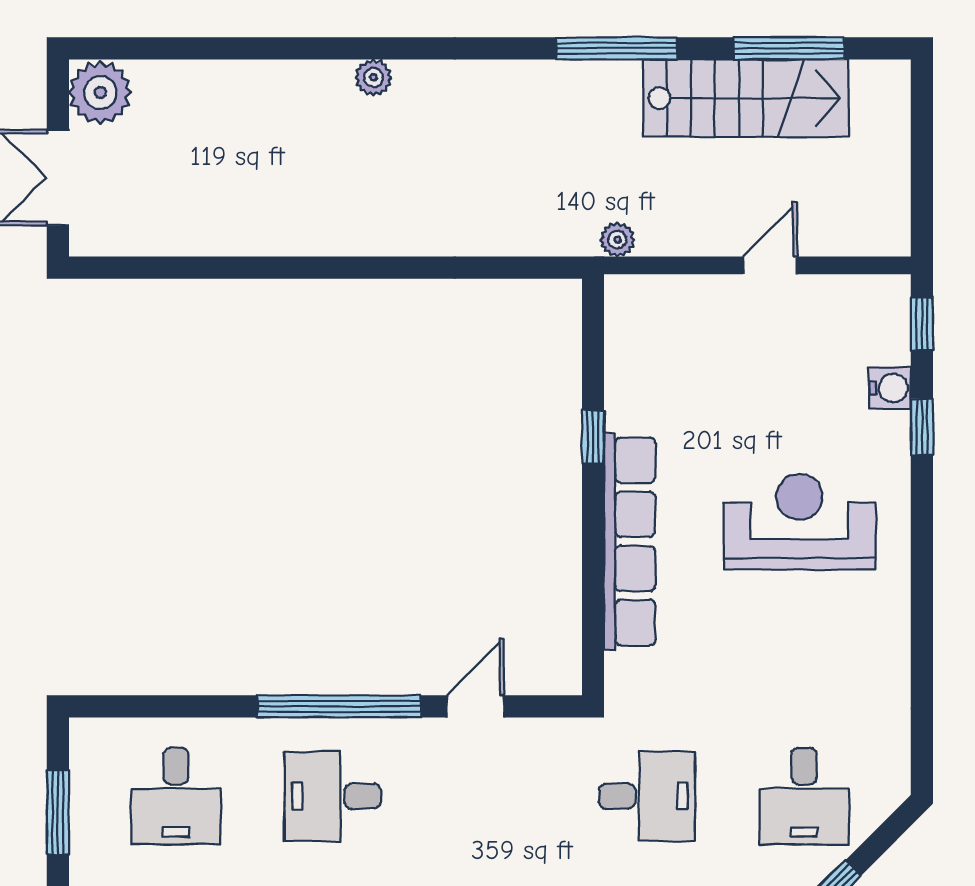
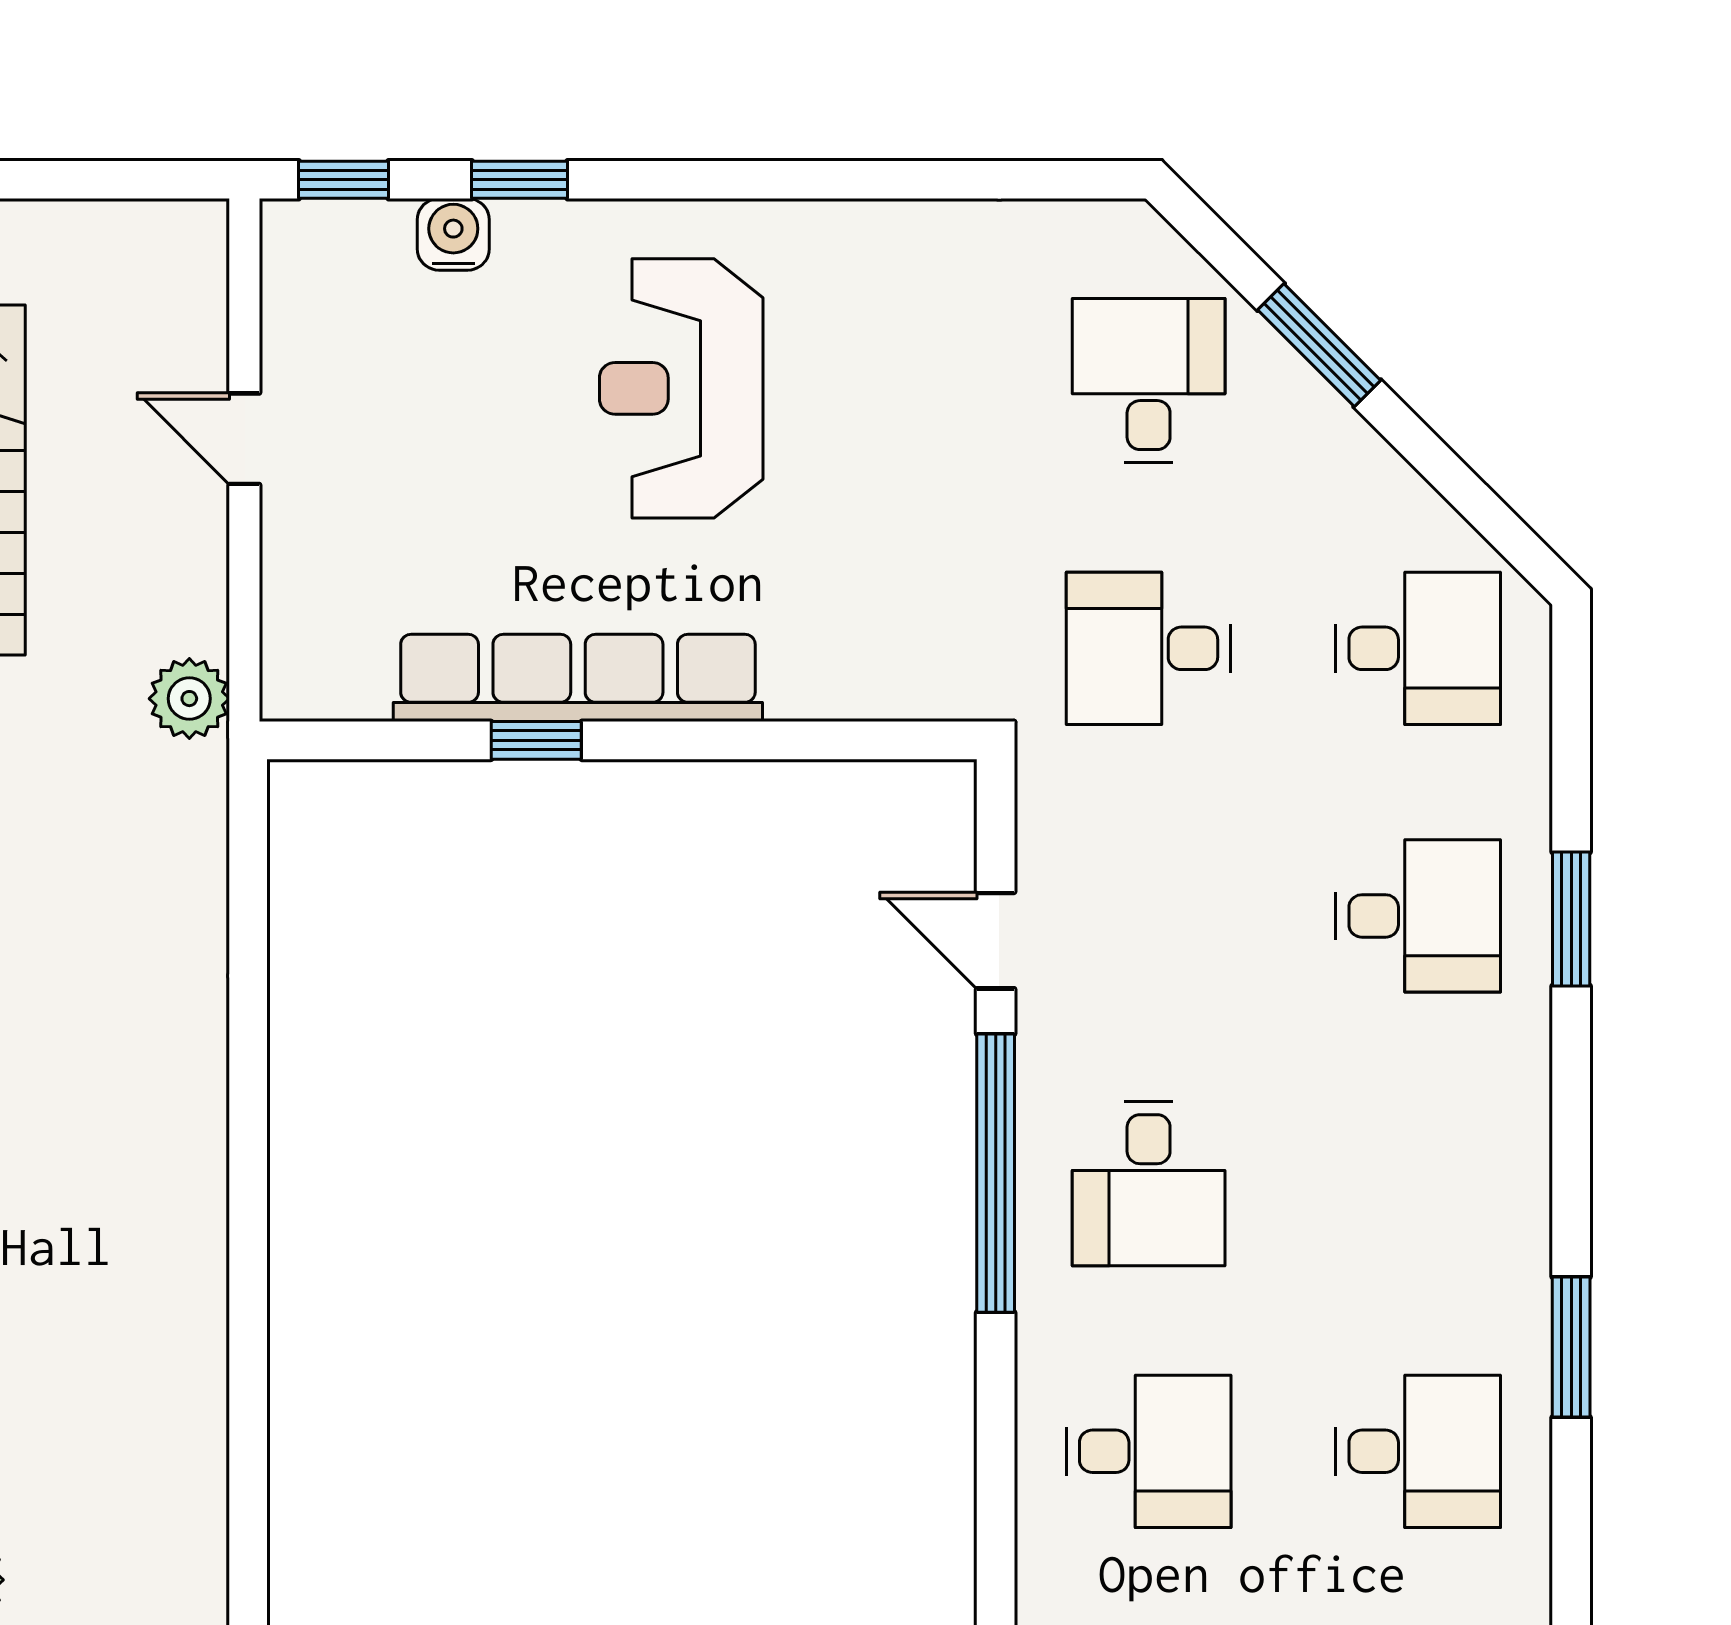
plant: (617, 240) -> (189, 699), width x1.38, depth x1.38
row of seats: (630, 541) -> (578, 678), moved
desk: (647, 796) -> (1149, 648), turned -90
desk: (804, 796) -> (1149, 381), turned -90

